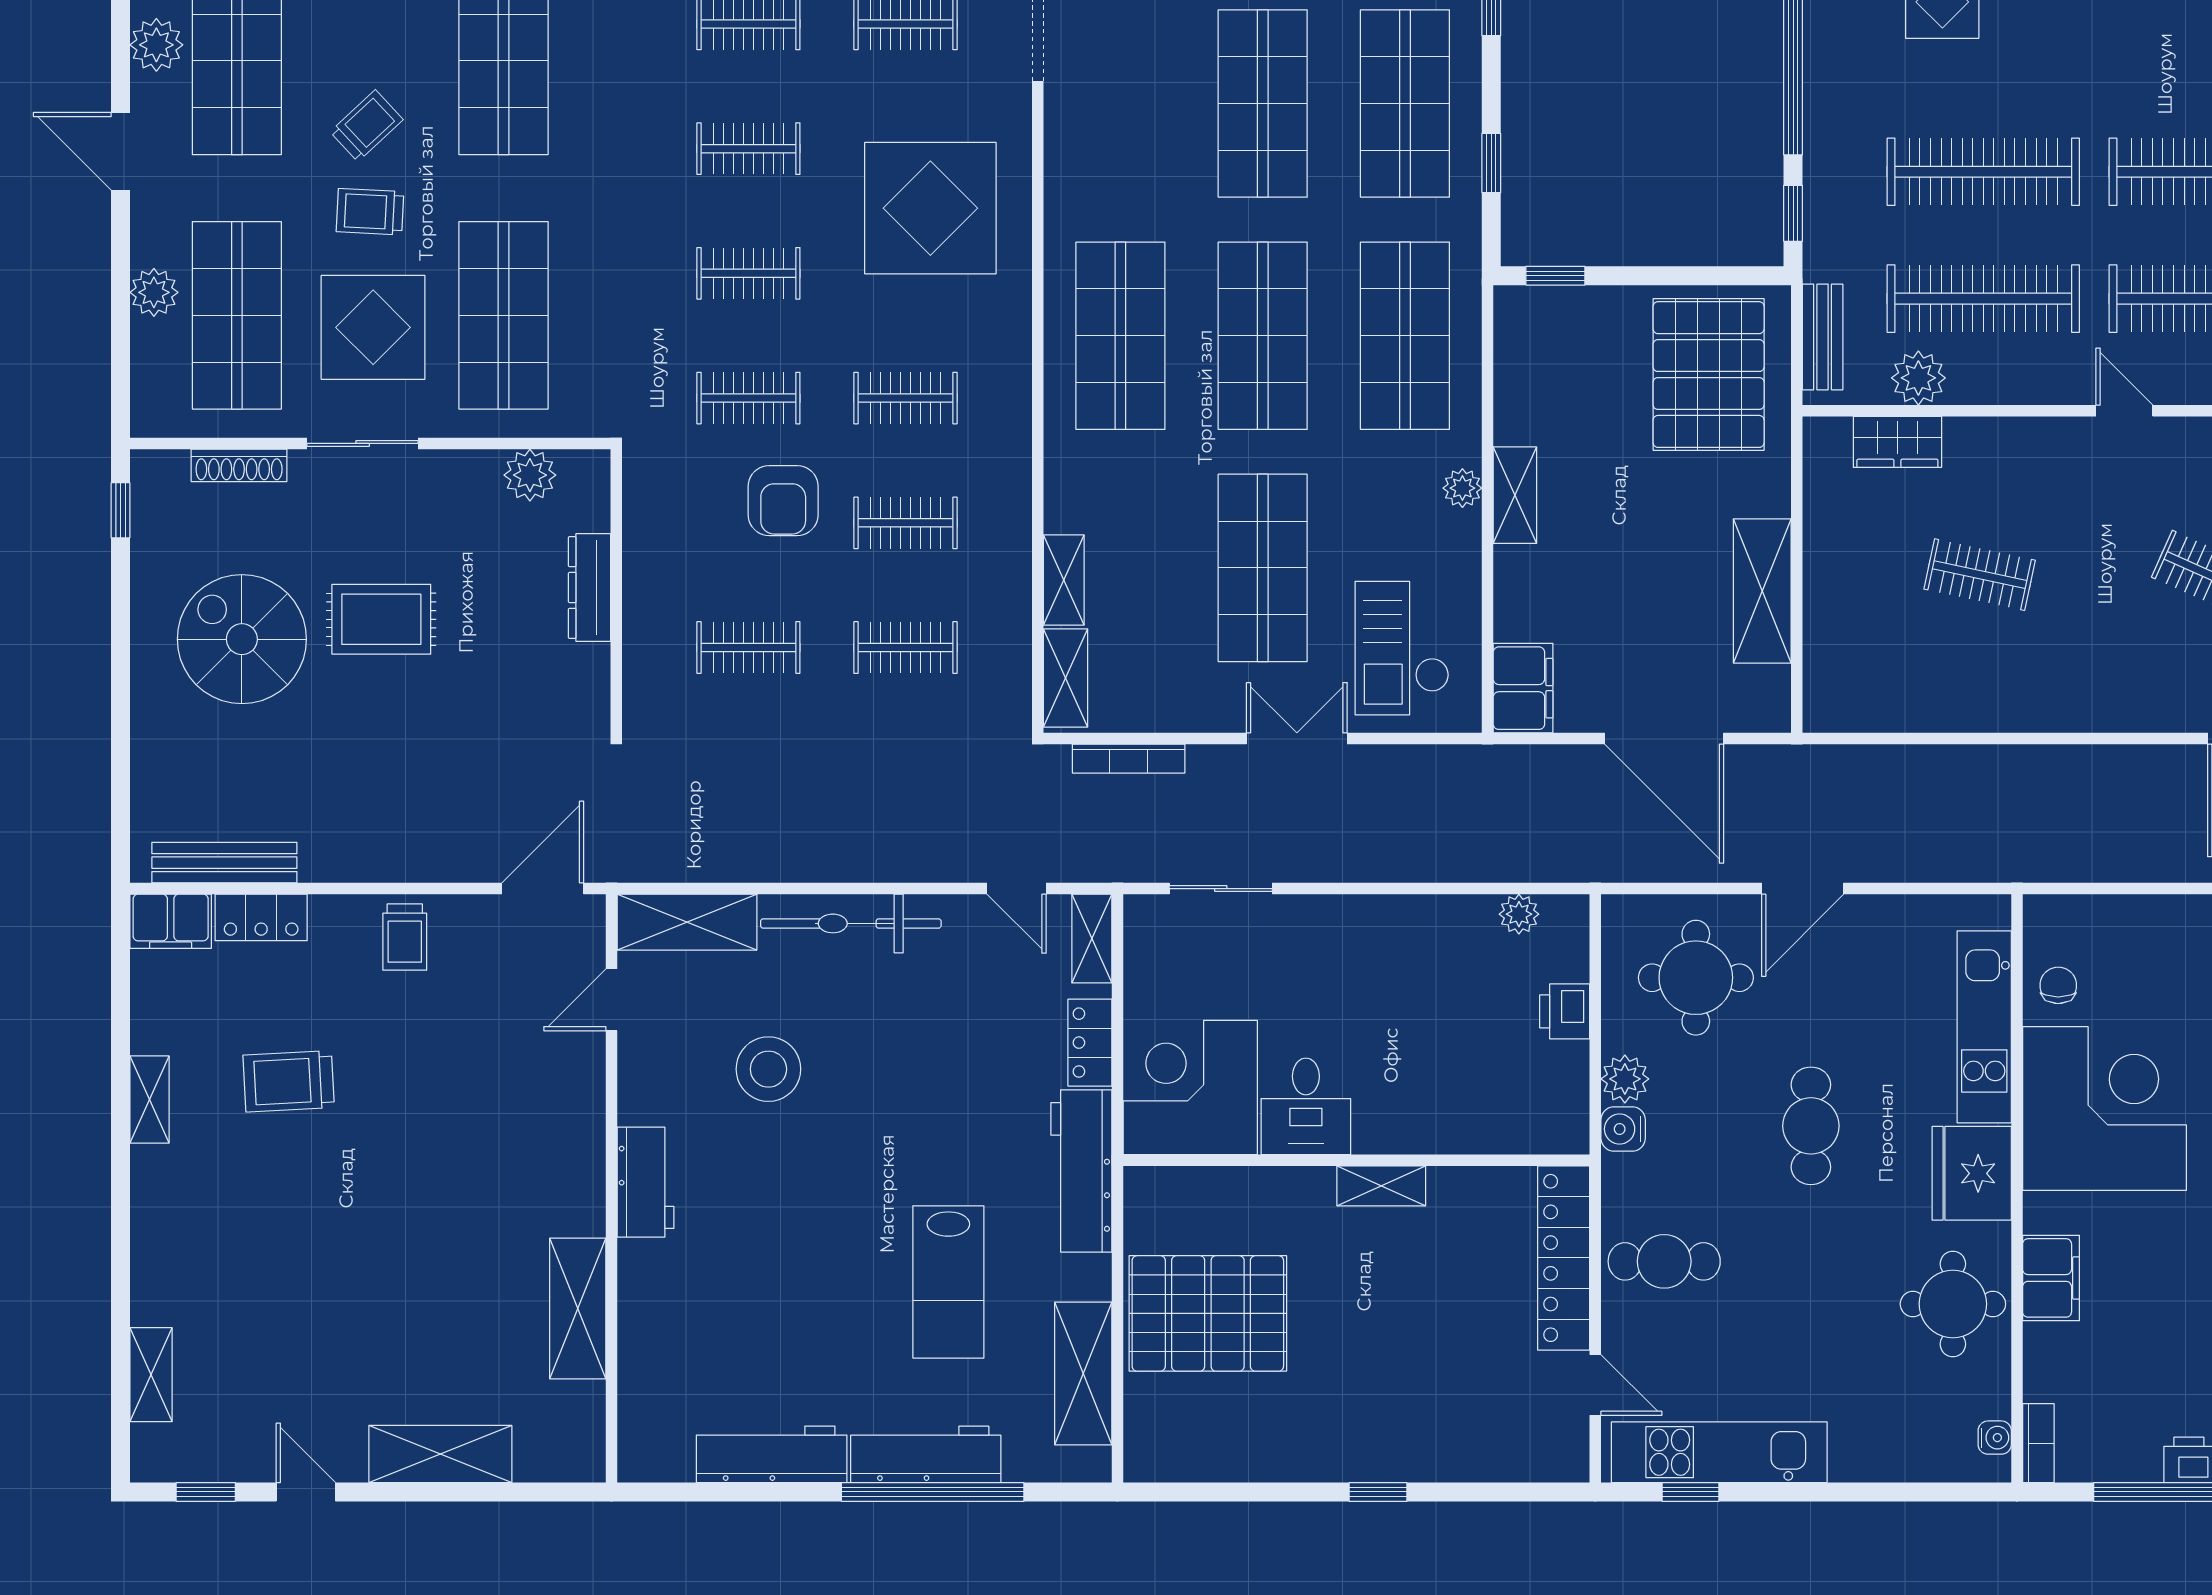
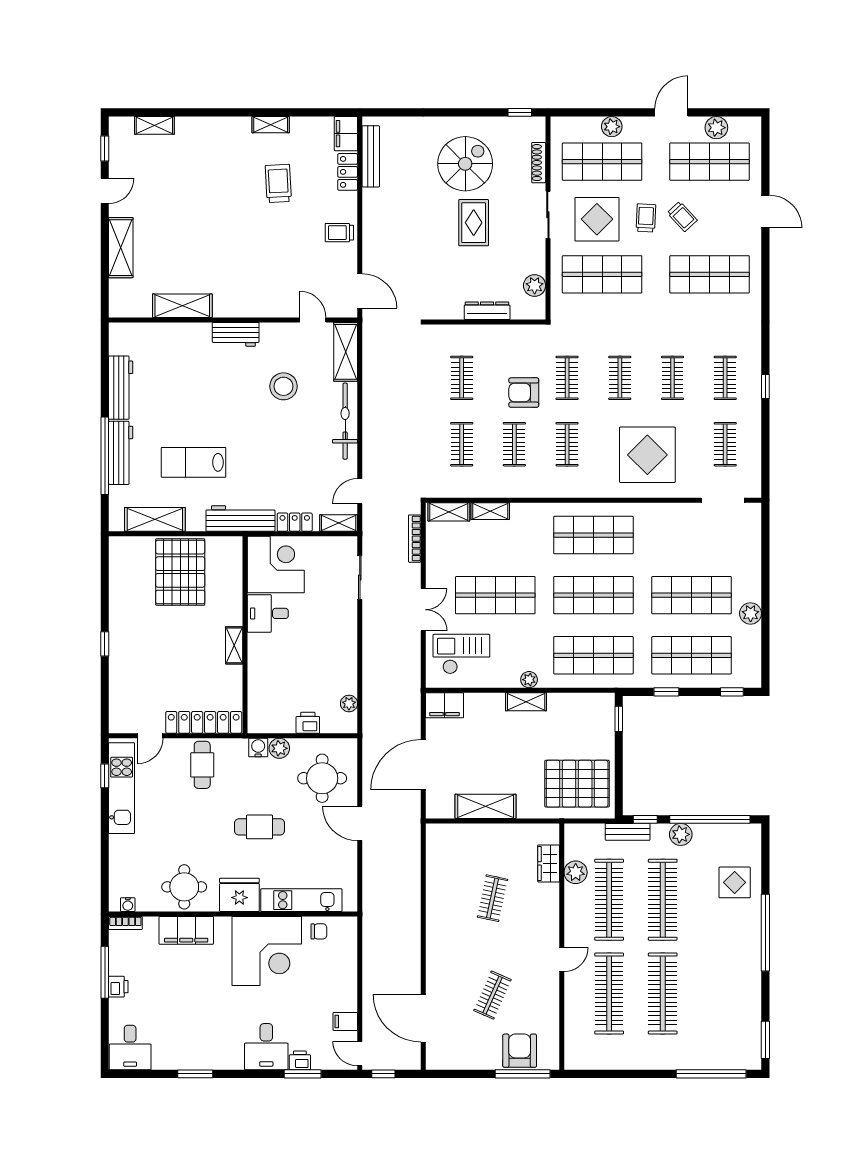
plant: (1829, 129) -> (681, 834), added
bench: (1823, 337) -> (628, 832), moved
filing cabinet: (2051, 1278) -> (186, 930), width x1.50, depth x1.17

